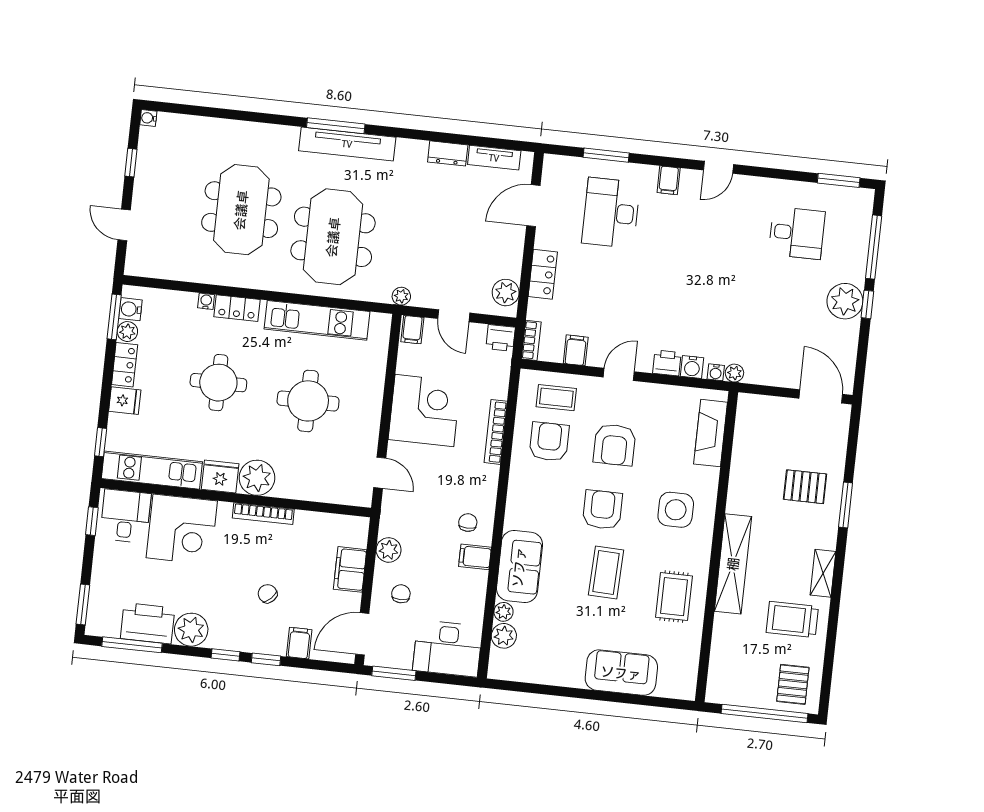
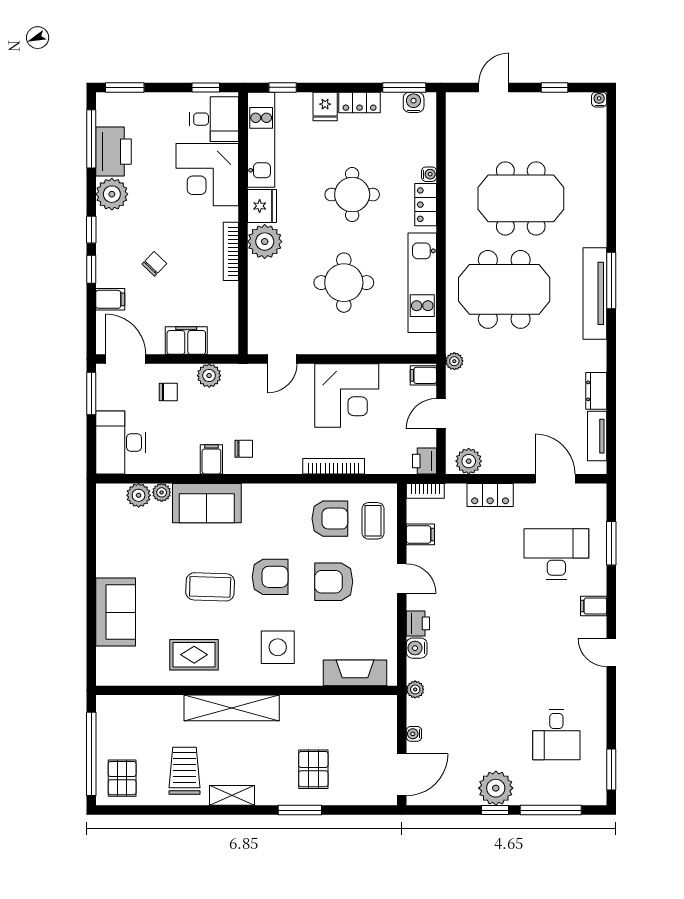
plant: (127, 332) -> (392, 102), removed
water cooler: (716, 372) -> (414, 734), moved
pallet: (793, 684) -> (122, 778), turned 90

